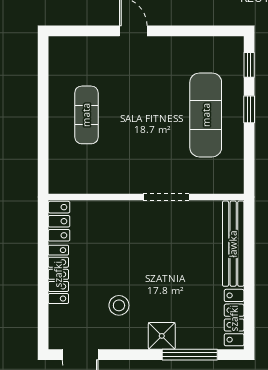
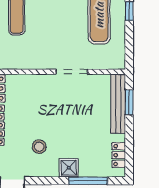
window: (249, 241) -> (129, 102), added
locker: (234, 318) -> (119, 155), width x0.66

